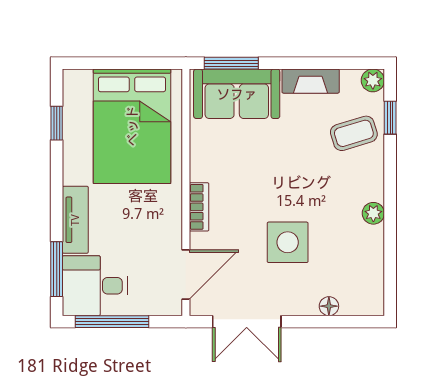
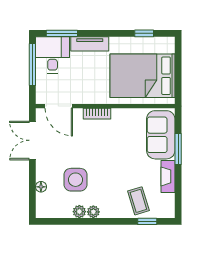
window: (231, 63) -> (178, 149), moved
plant: (373, 80) -> (79, 212), moved
side table: (288, 242) -> (76, 180), moved

